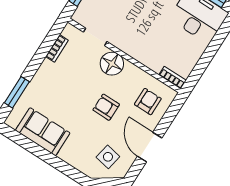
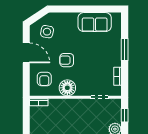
floor lamp: (112, 64) -> (67, 88), moved
window: (17, 92) -> (125, 50), moved
armchair: (106, 107) -> (67, 60), turned 180

